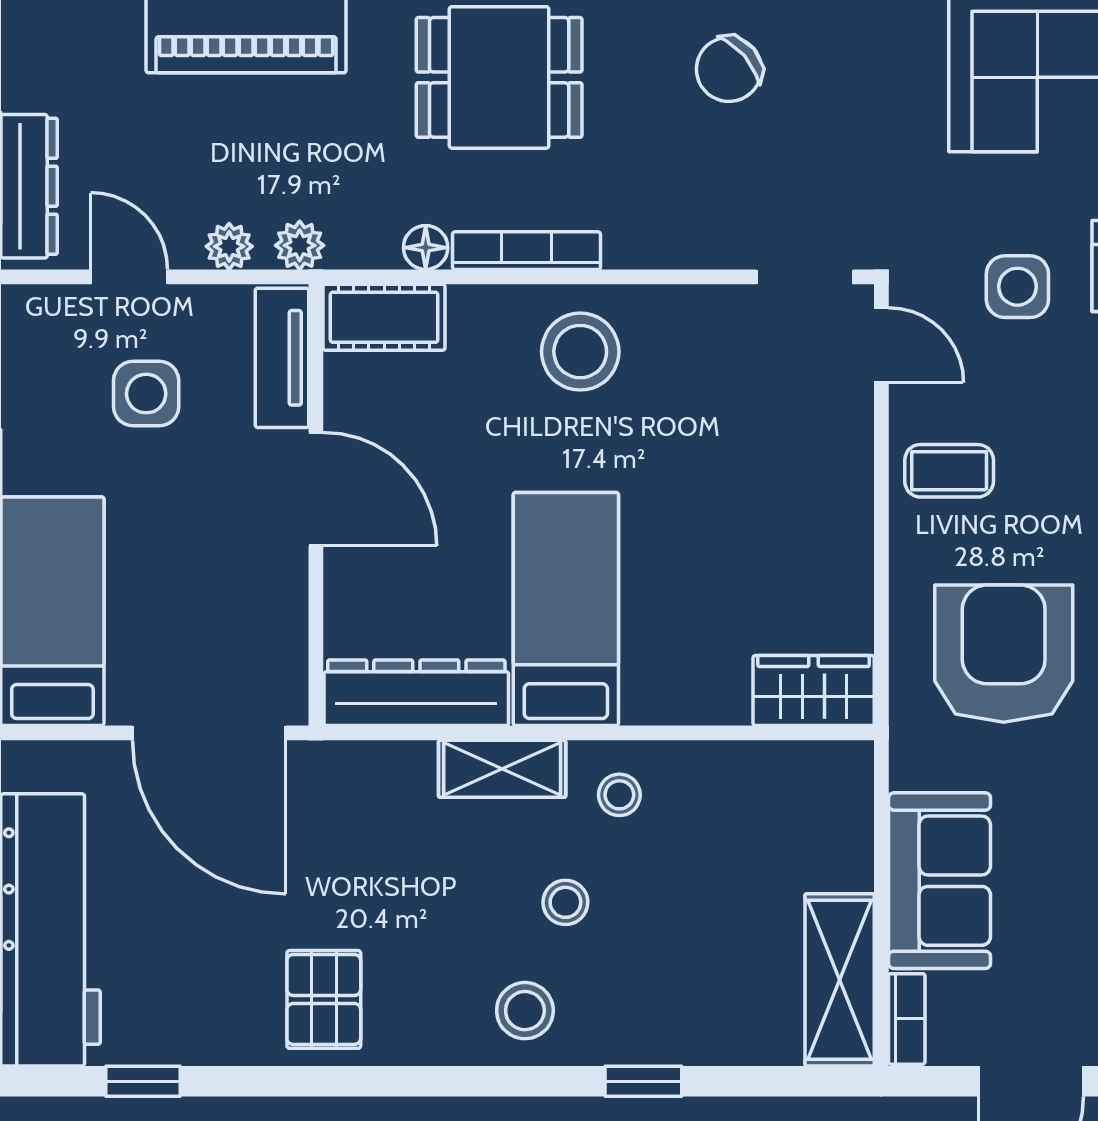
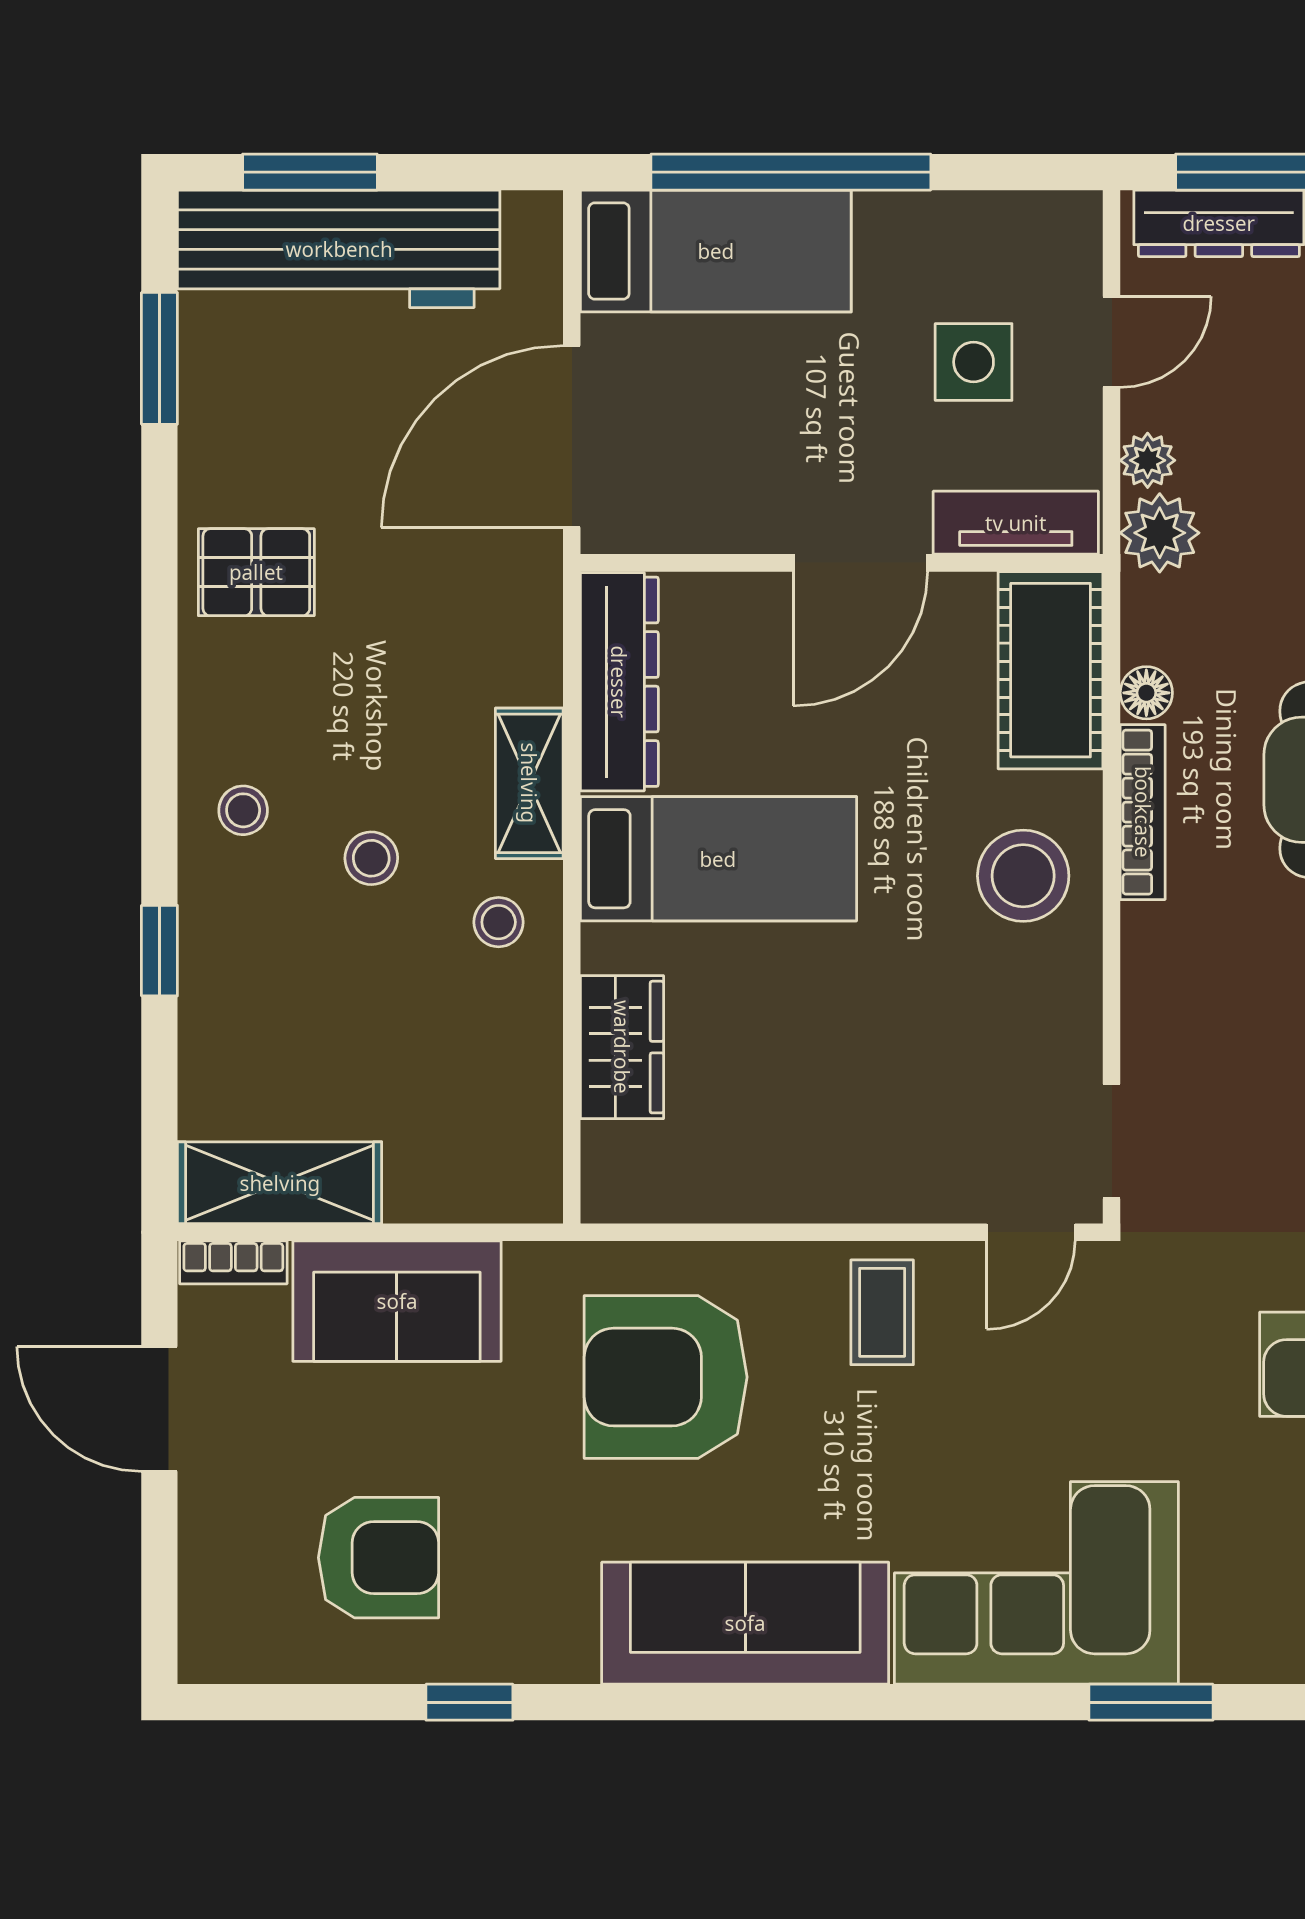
plant: (300, 245) -> (1160, 533), width x1.38, depth x1.38
side table: (1017, 287) -> (1100, 1393), removed
cot: (384, 317) -> (1051, 670), width x1.37, depth x1.34
armchair: (1004, 654) -> (666, 1377), turned 180
wardrobe: (814, 691) -> (622, 1047), moved
stool: (525, 1011) -> (243, 810), width x0.73, depth x0.73
window: (143, 1081) -> (159, 358), width x1.50

